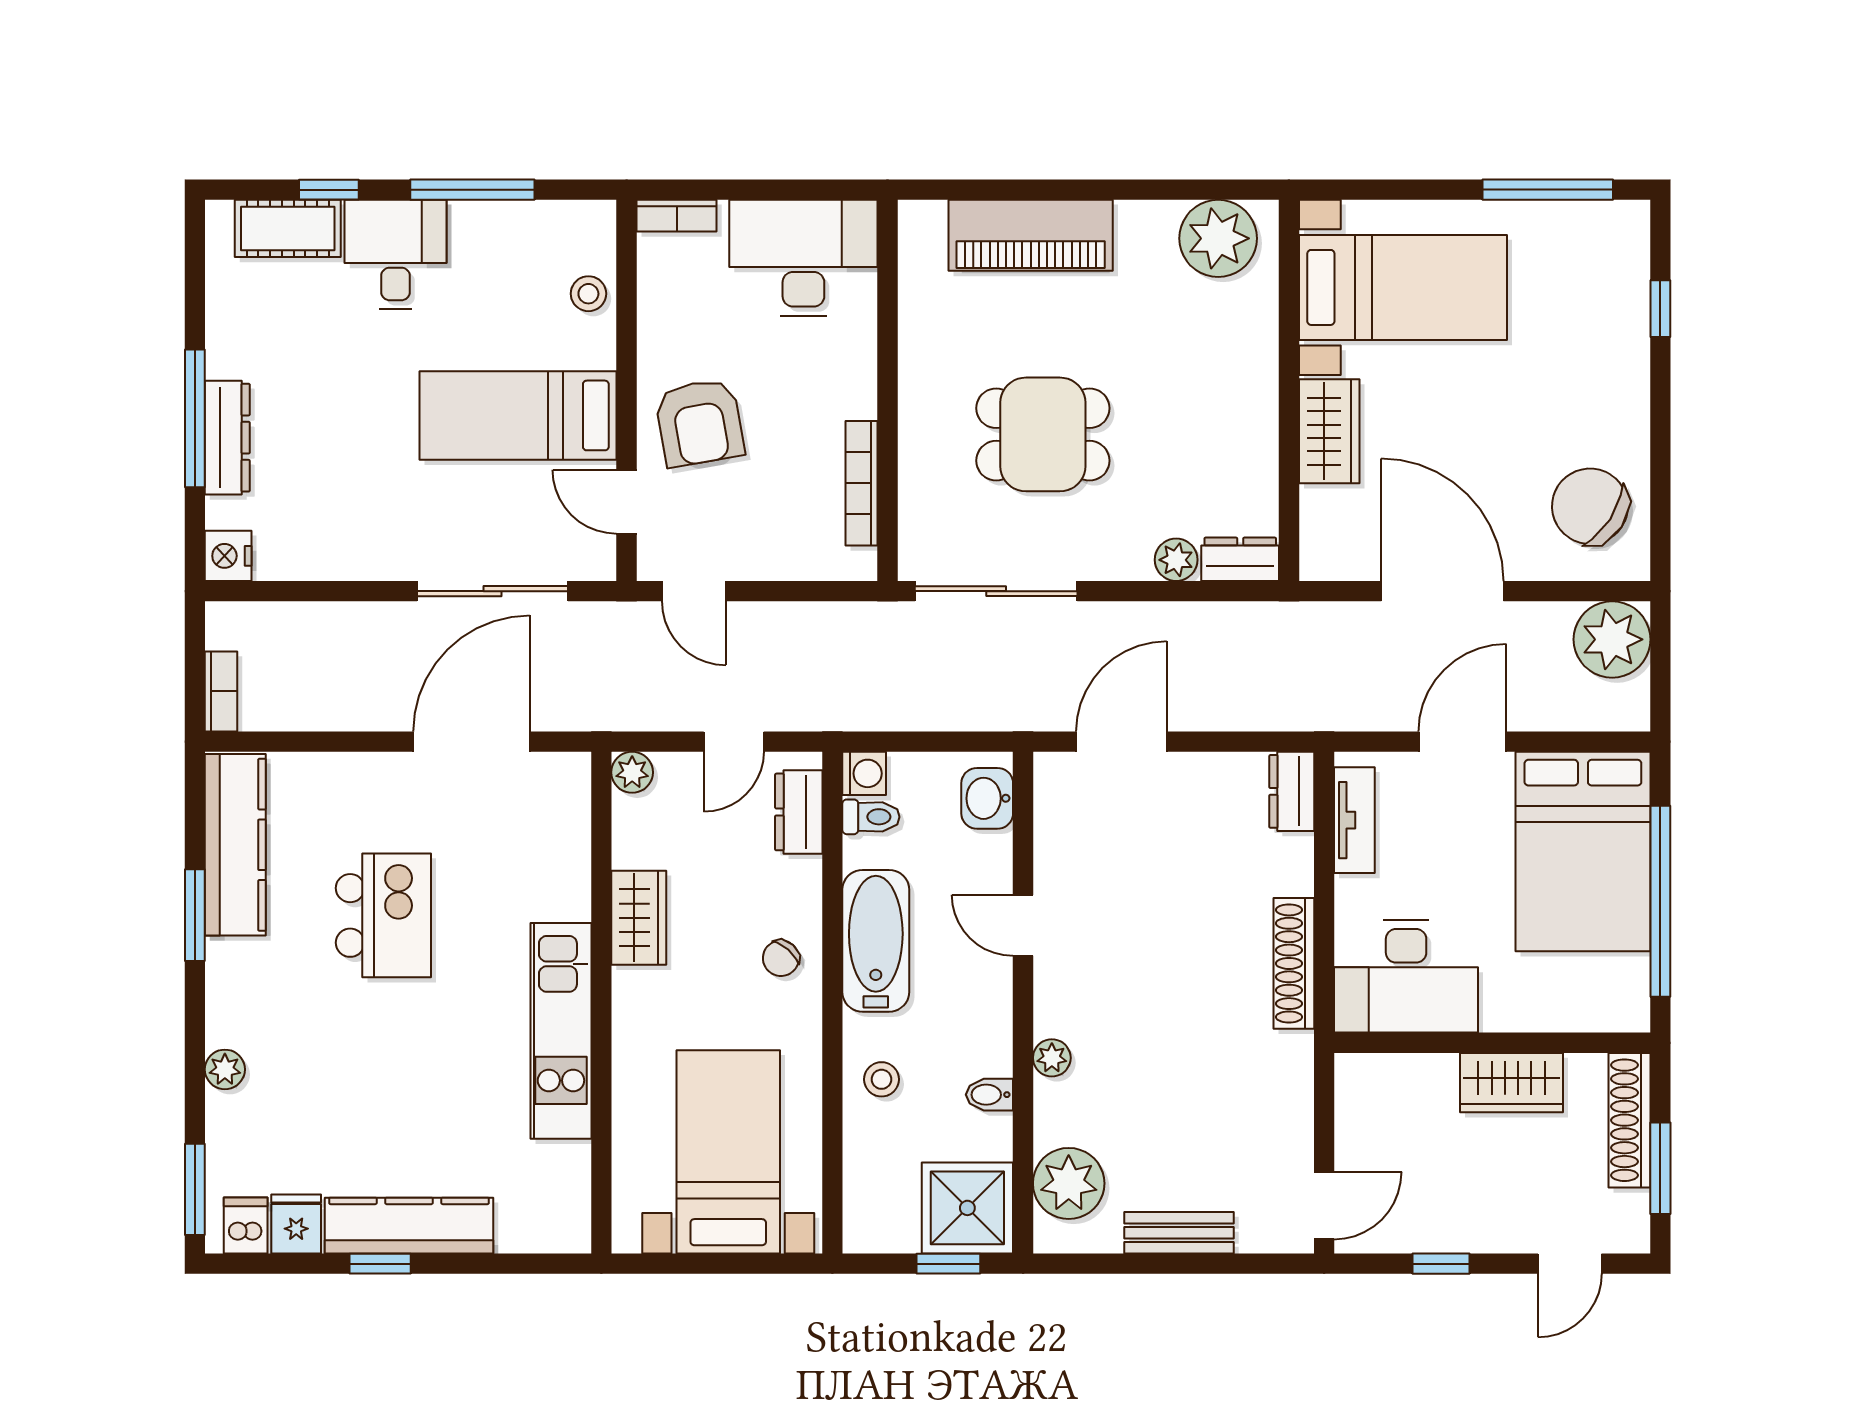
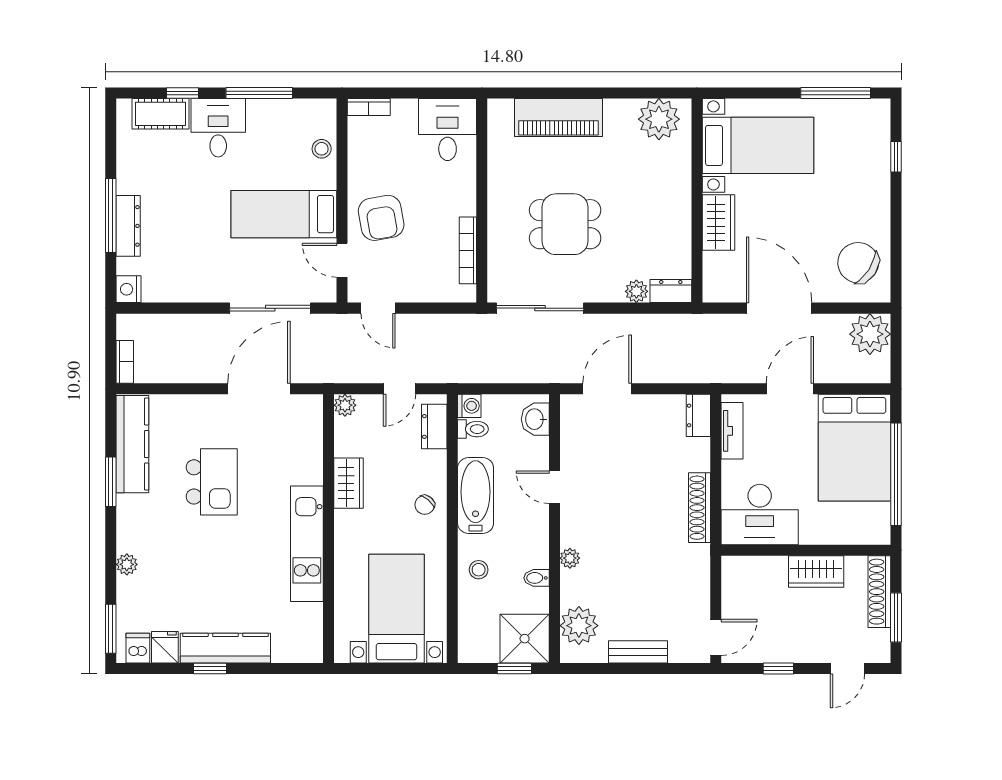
desk: (803, 258) -> (448, 130), width x0.73

